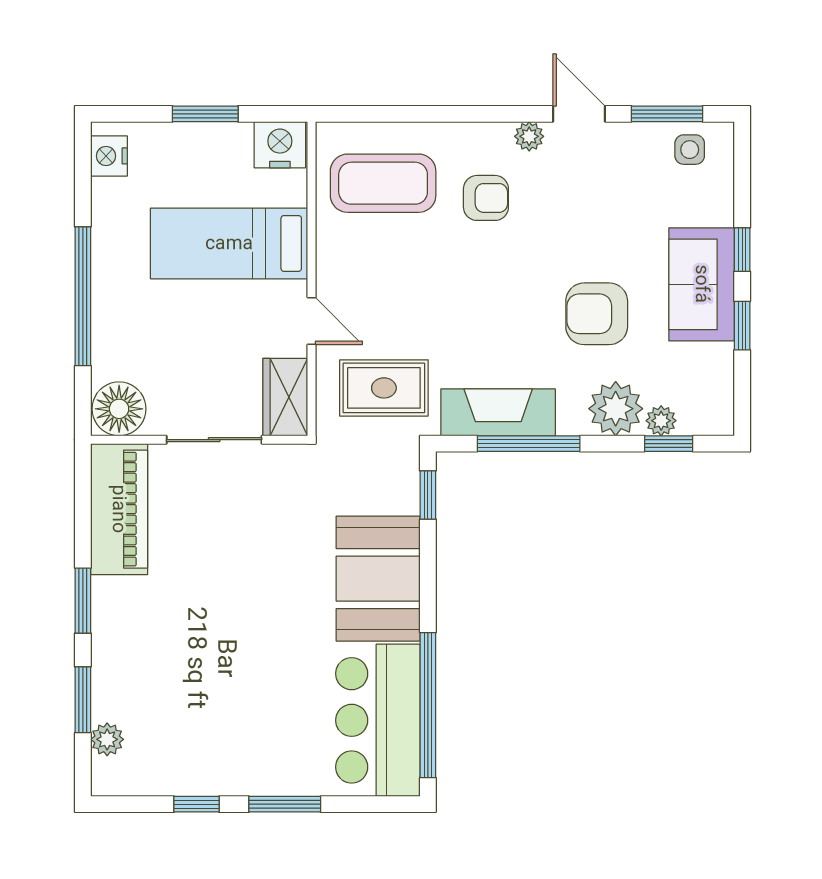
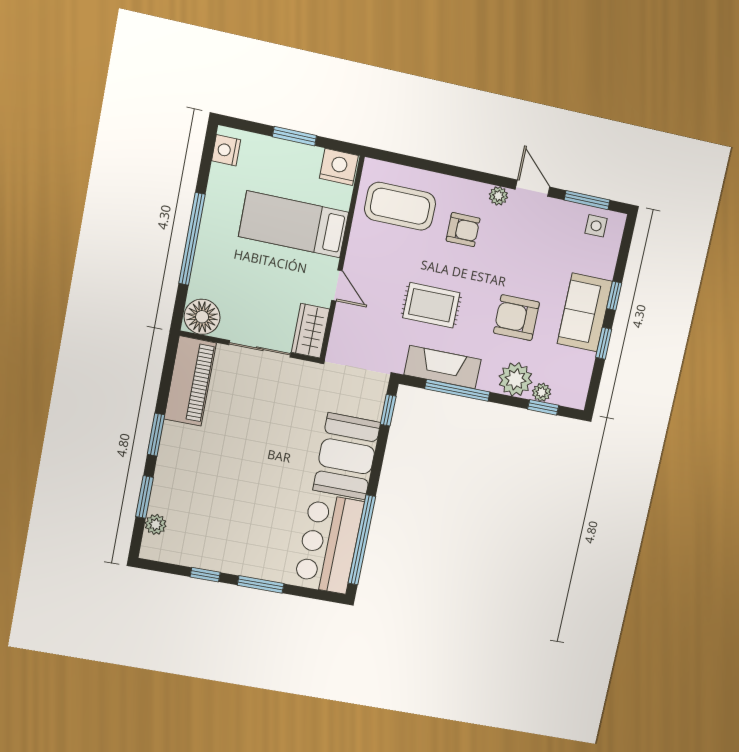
rug: (384, 388) -> (431, 305), moved

